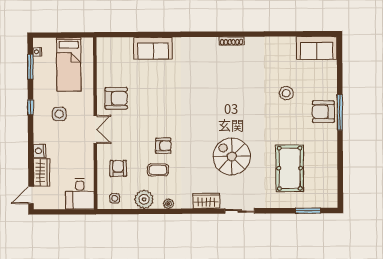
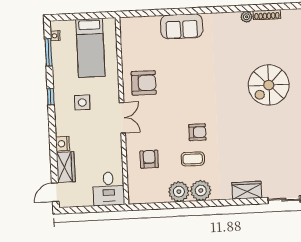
plant: (213, 42) -> (247, 17), added
spiral stairs: (232, 156) -> (269, 85), moved, turned -90
side table: (115, 198) -> (147, 192), removed
plant: (169, 204) -> (201, 191), width x1.88, depth x1.88

